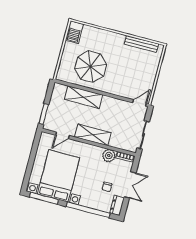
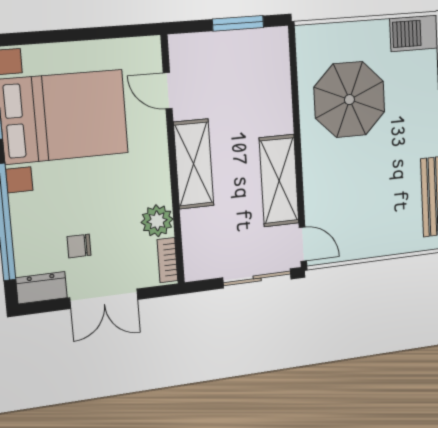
shelving: (83, 97) -> (279, 181), moved
window: (44, 114) -> (238, 23), moved
sliding door: (143, 135) -> (257, 278), moved

